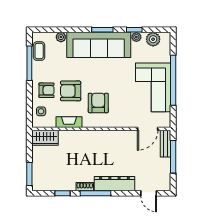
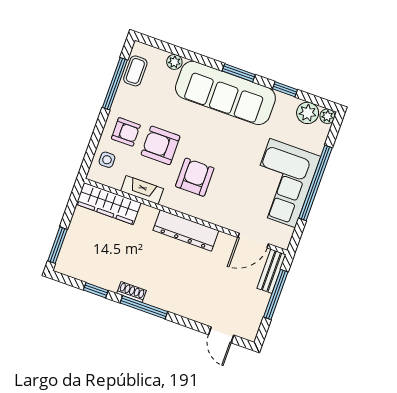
plant: (136, 37) -> (327, 116), moved
wardrobe: (45, 138) -> (109, 204), width x1.50
dresser: (114, 184) -> (186, 230), moved, turned 180

